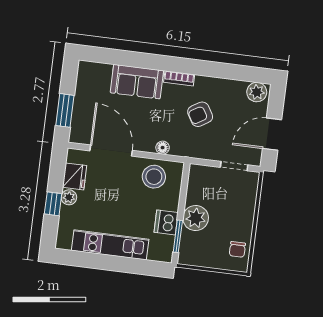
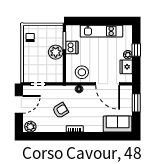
sofa: (137, 82) -> (118, 124), moved

